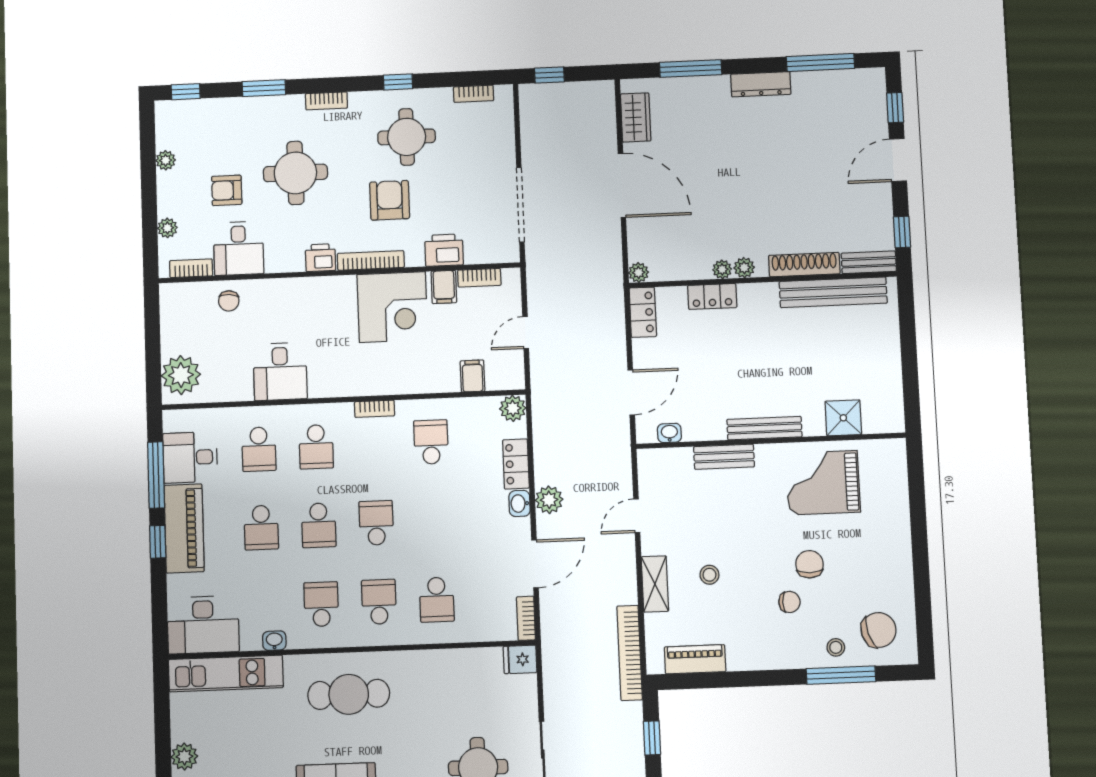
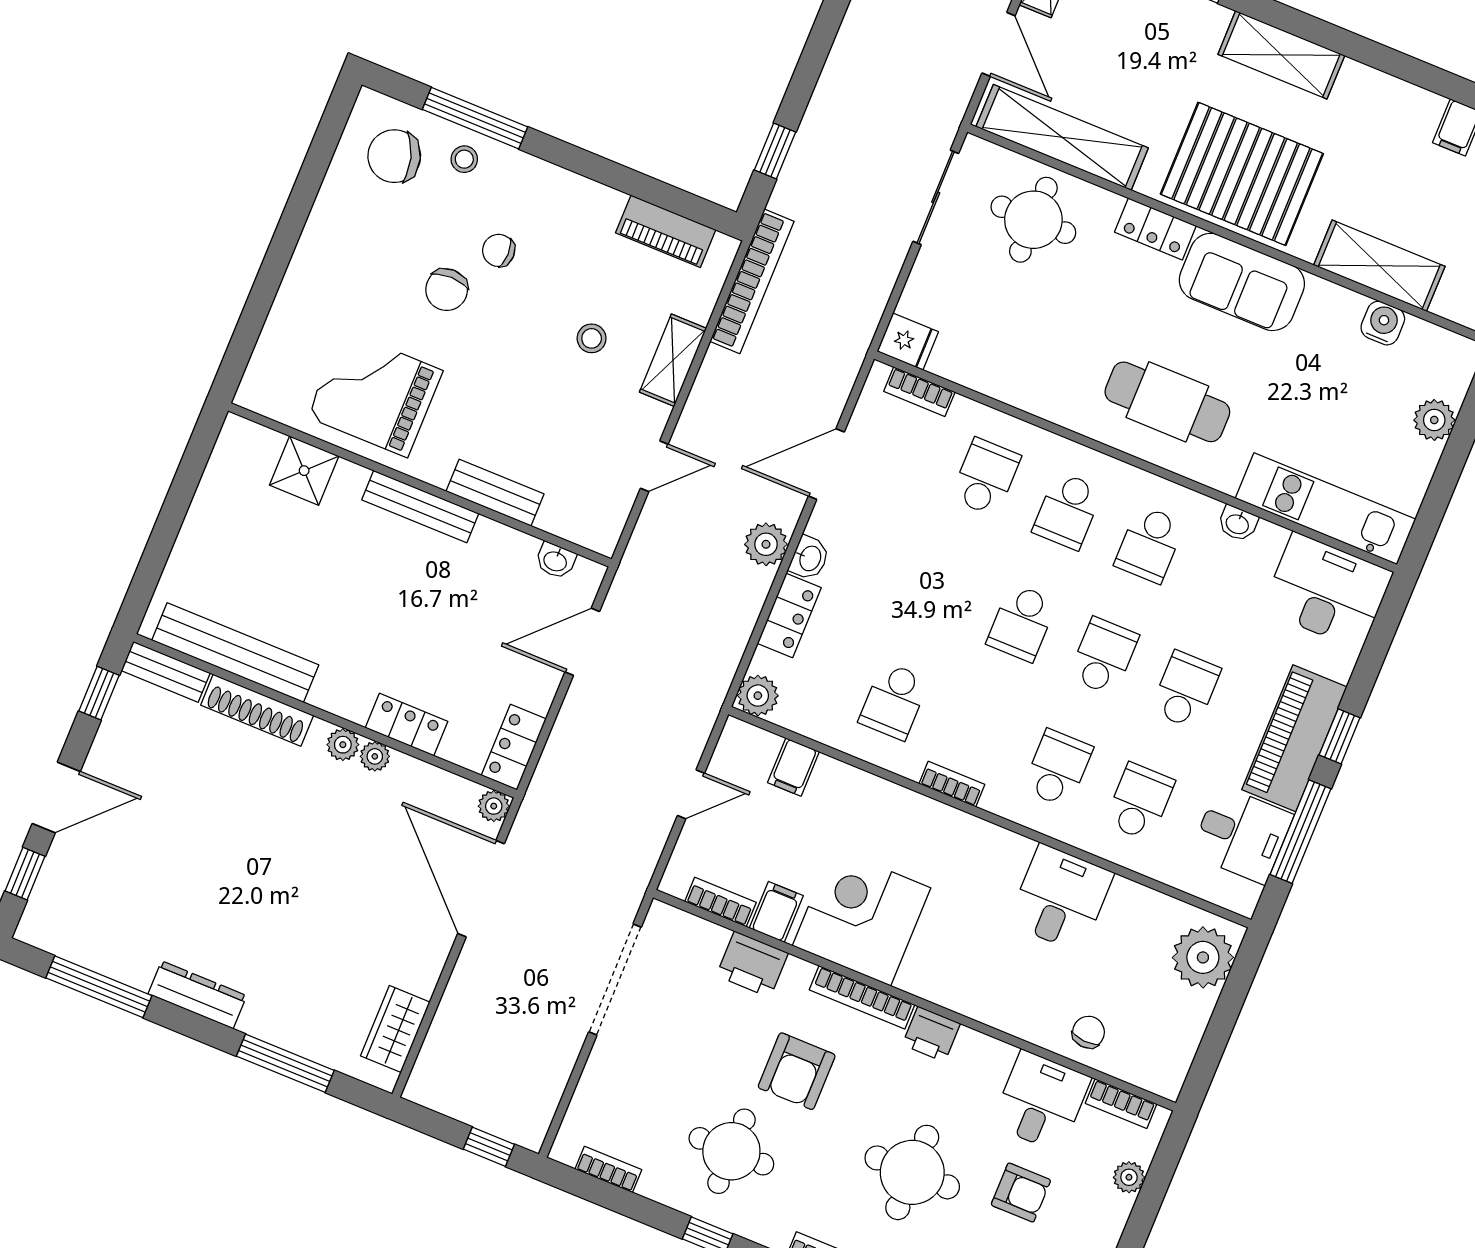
door: (622, 185) -> (481, 889), moved
grand piano: (823, 483) -> (375, 394), turned 180
bookcase: (526, 618) -> (919, 392), moved, turned 90

